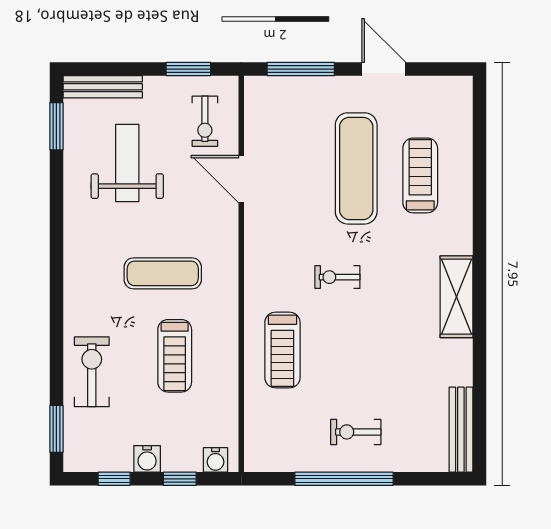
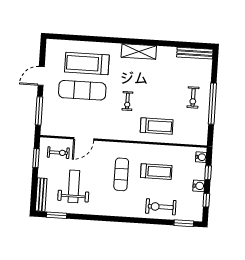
weight bench: (127, 163) -> (74, 186), turned 90
treadmill: (420, 175) -> (87, 64), width x1.37, depth x1.38

